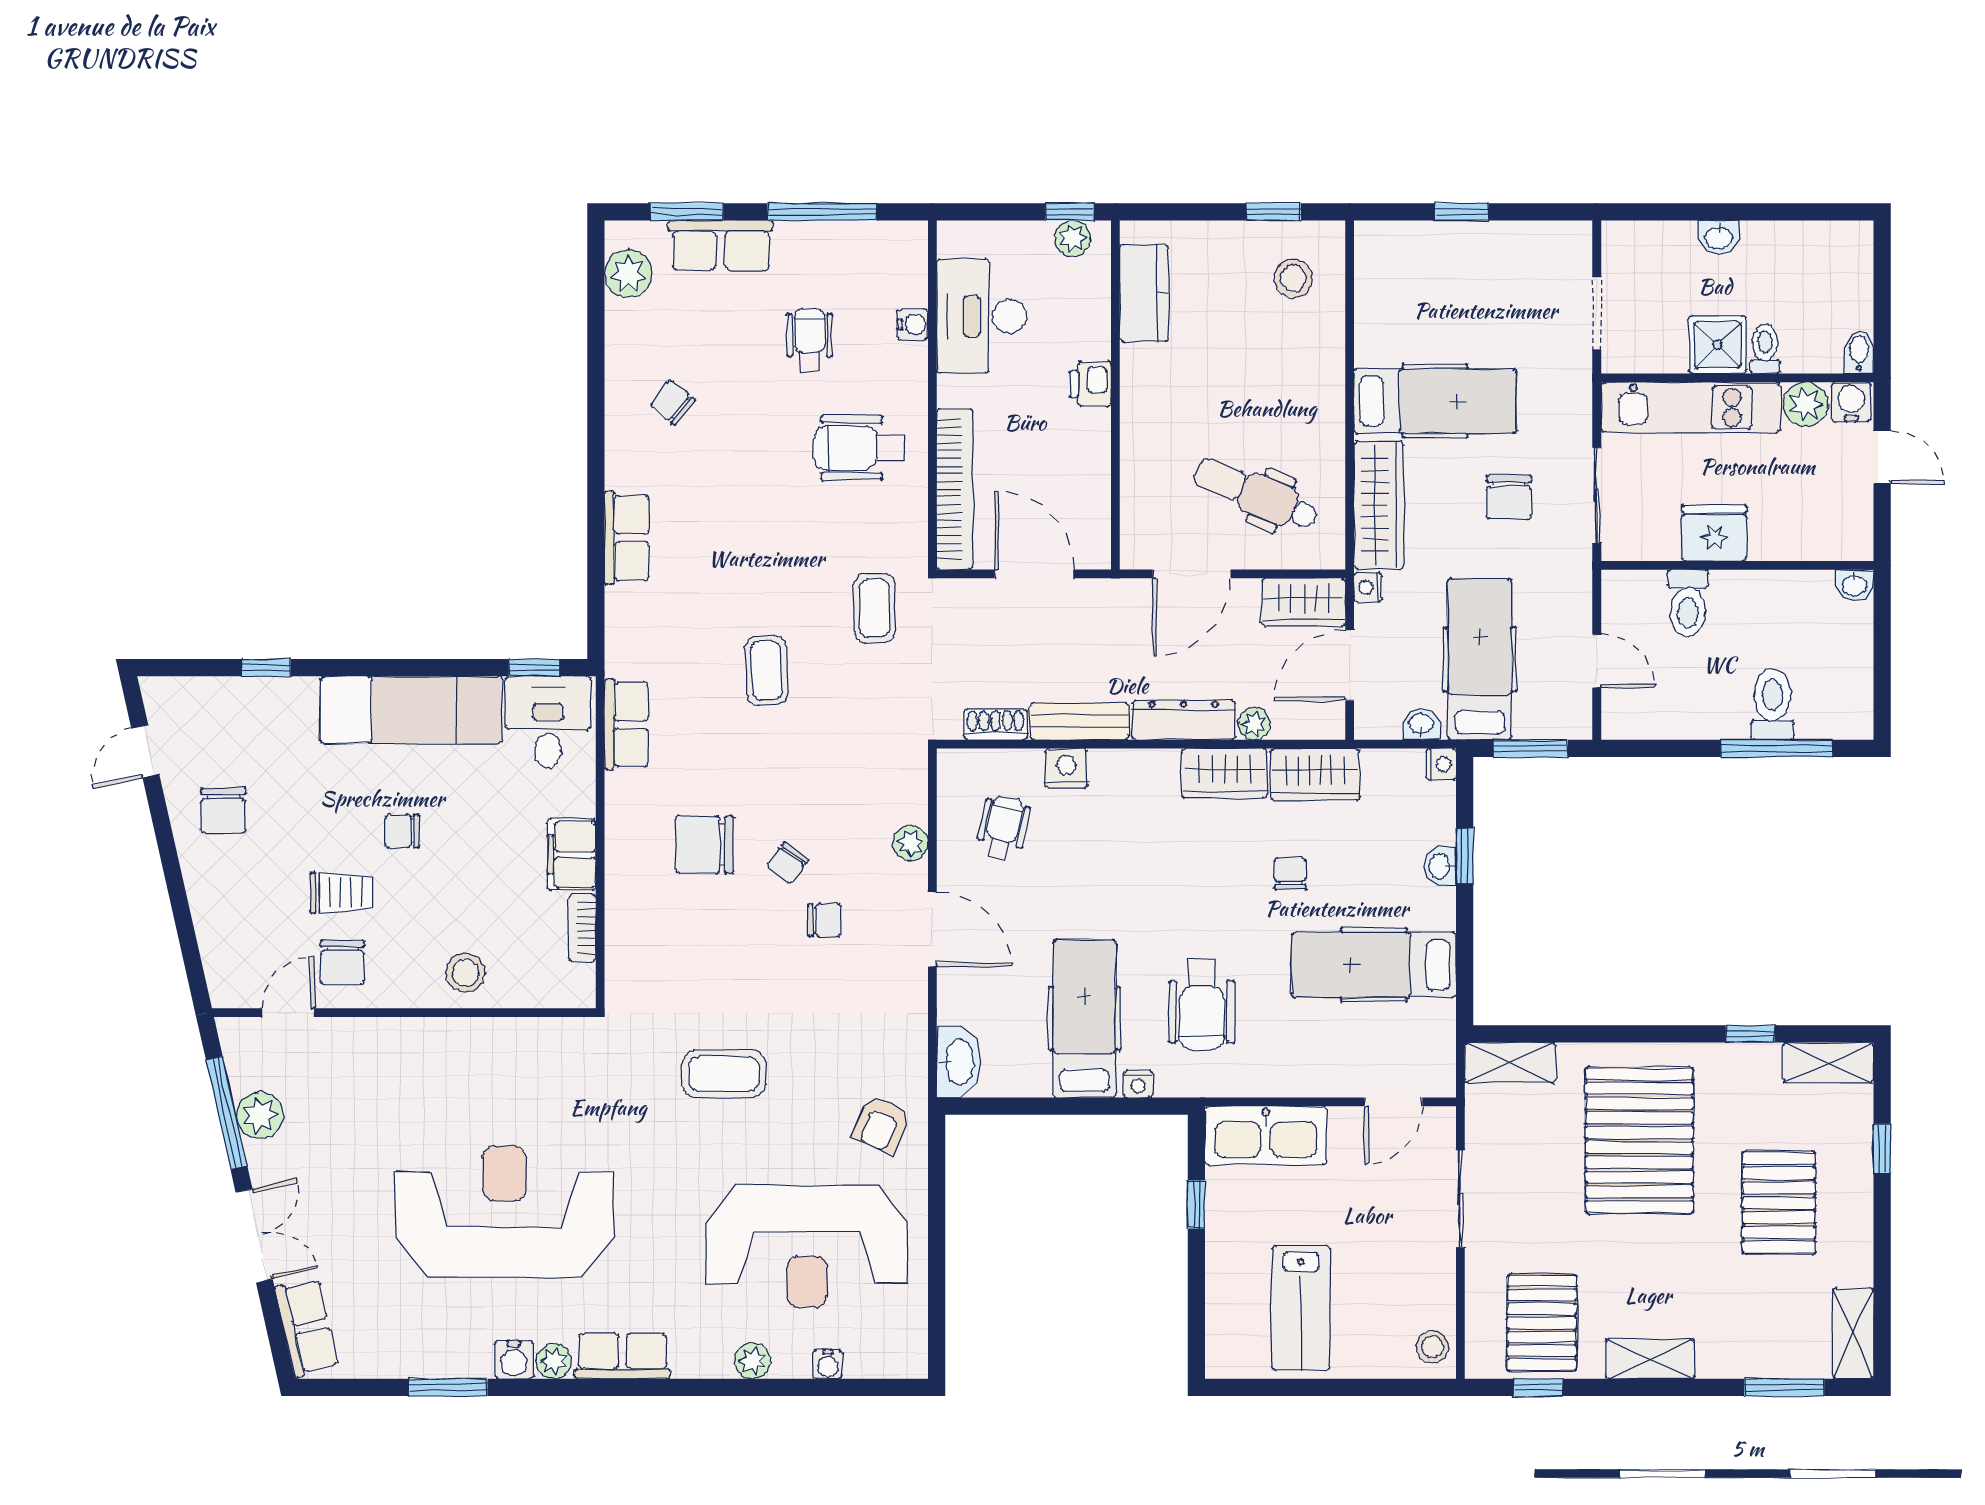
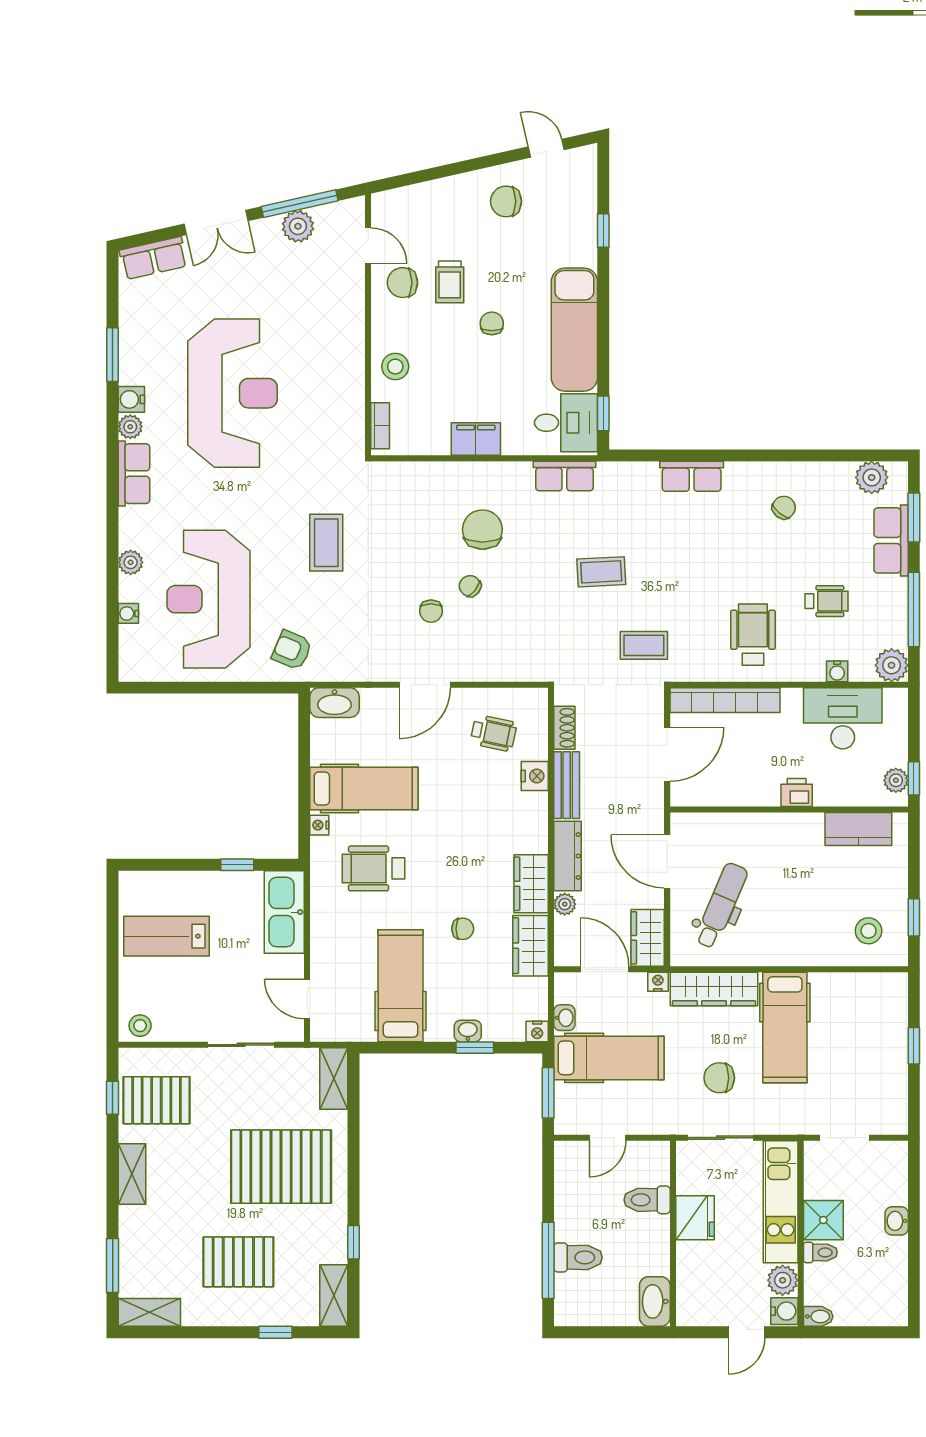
washbasin: (1854, 585) -> (655, 1301), width x1.91, depth x1.45
plant: (910, 843) -> (892, 665), moved, width x1.38, depth x1.38
bookcase: (582, 928) -> (380, 426), moved, turned 90

